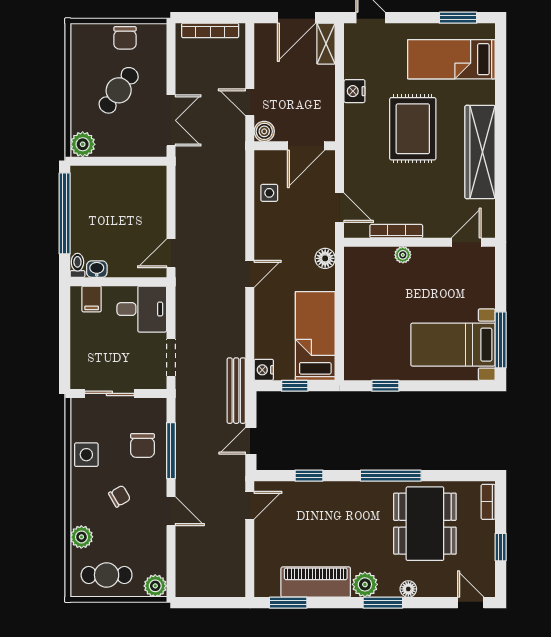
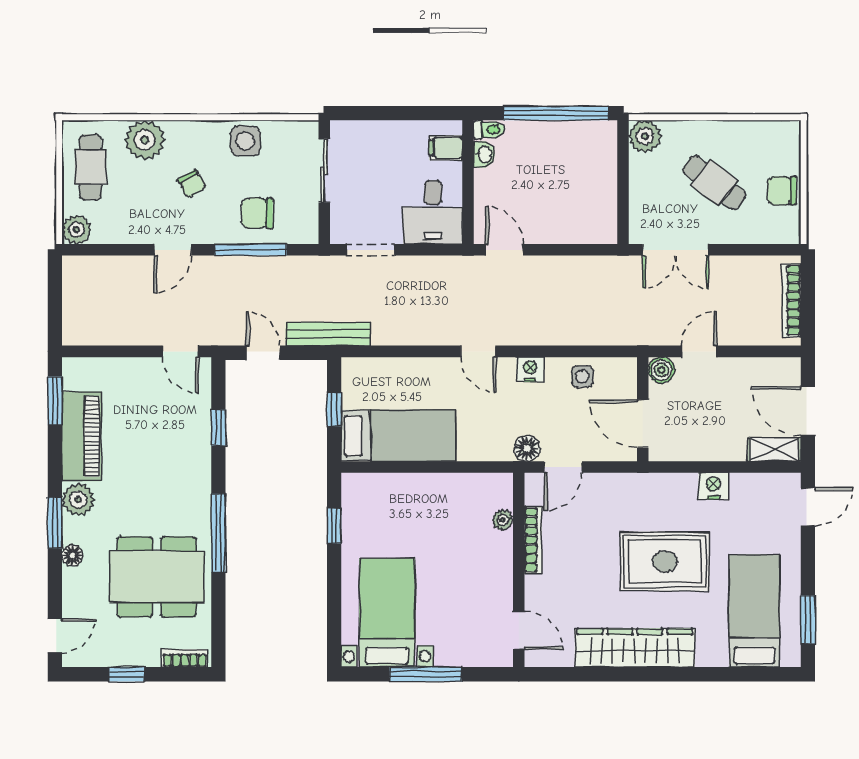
plant: (403, 255) -> (503, 520), moved
floor lamp: (325, 258) -> (527, 448), moved
window: (501, 340) -> (426, 674), moved
nightstand: (264, 370) -> (530, 369), moved
plant: (81, 537) -> (145, 140), width x1.36, depth x1.36

